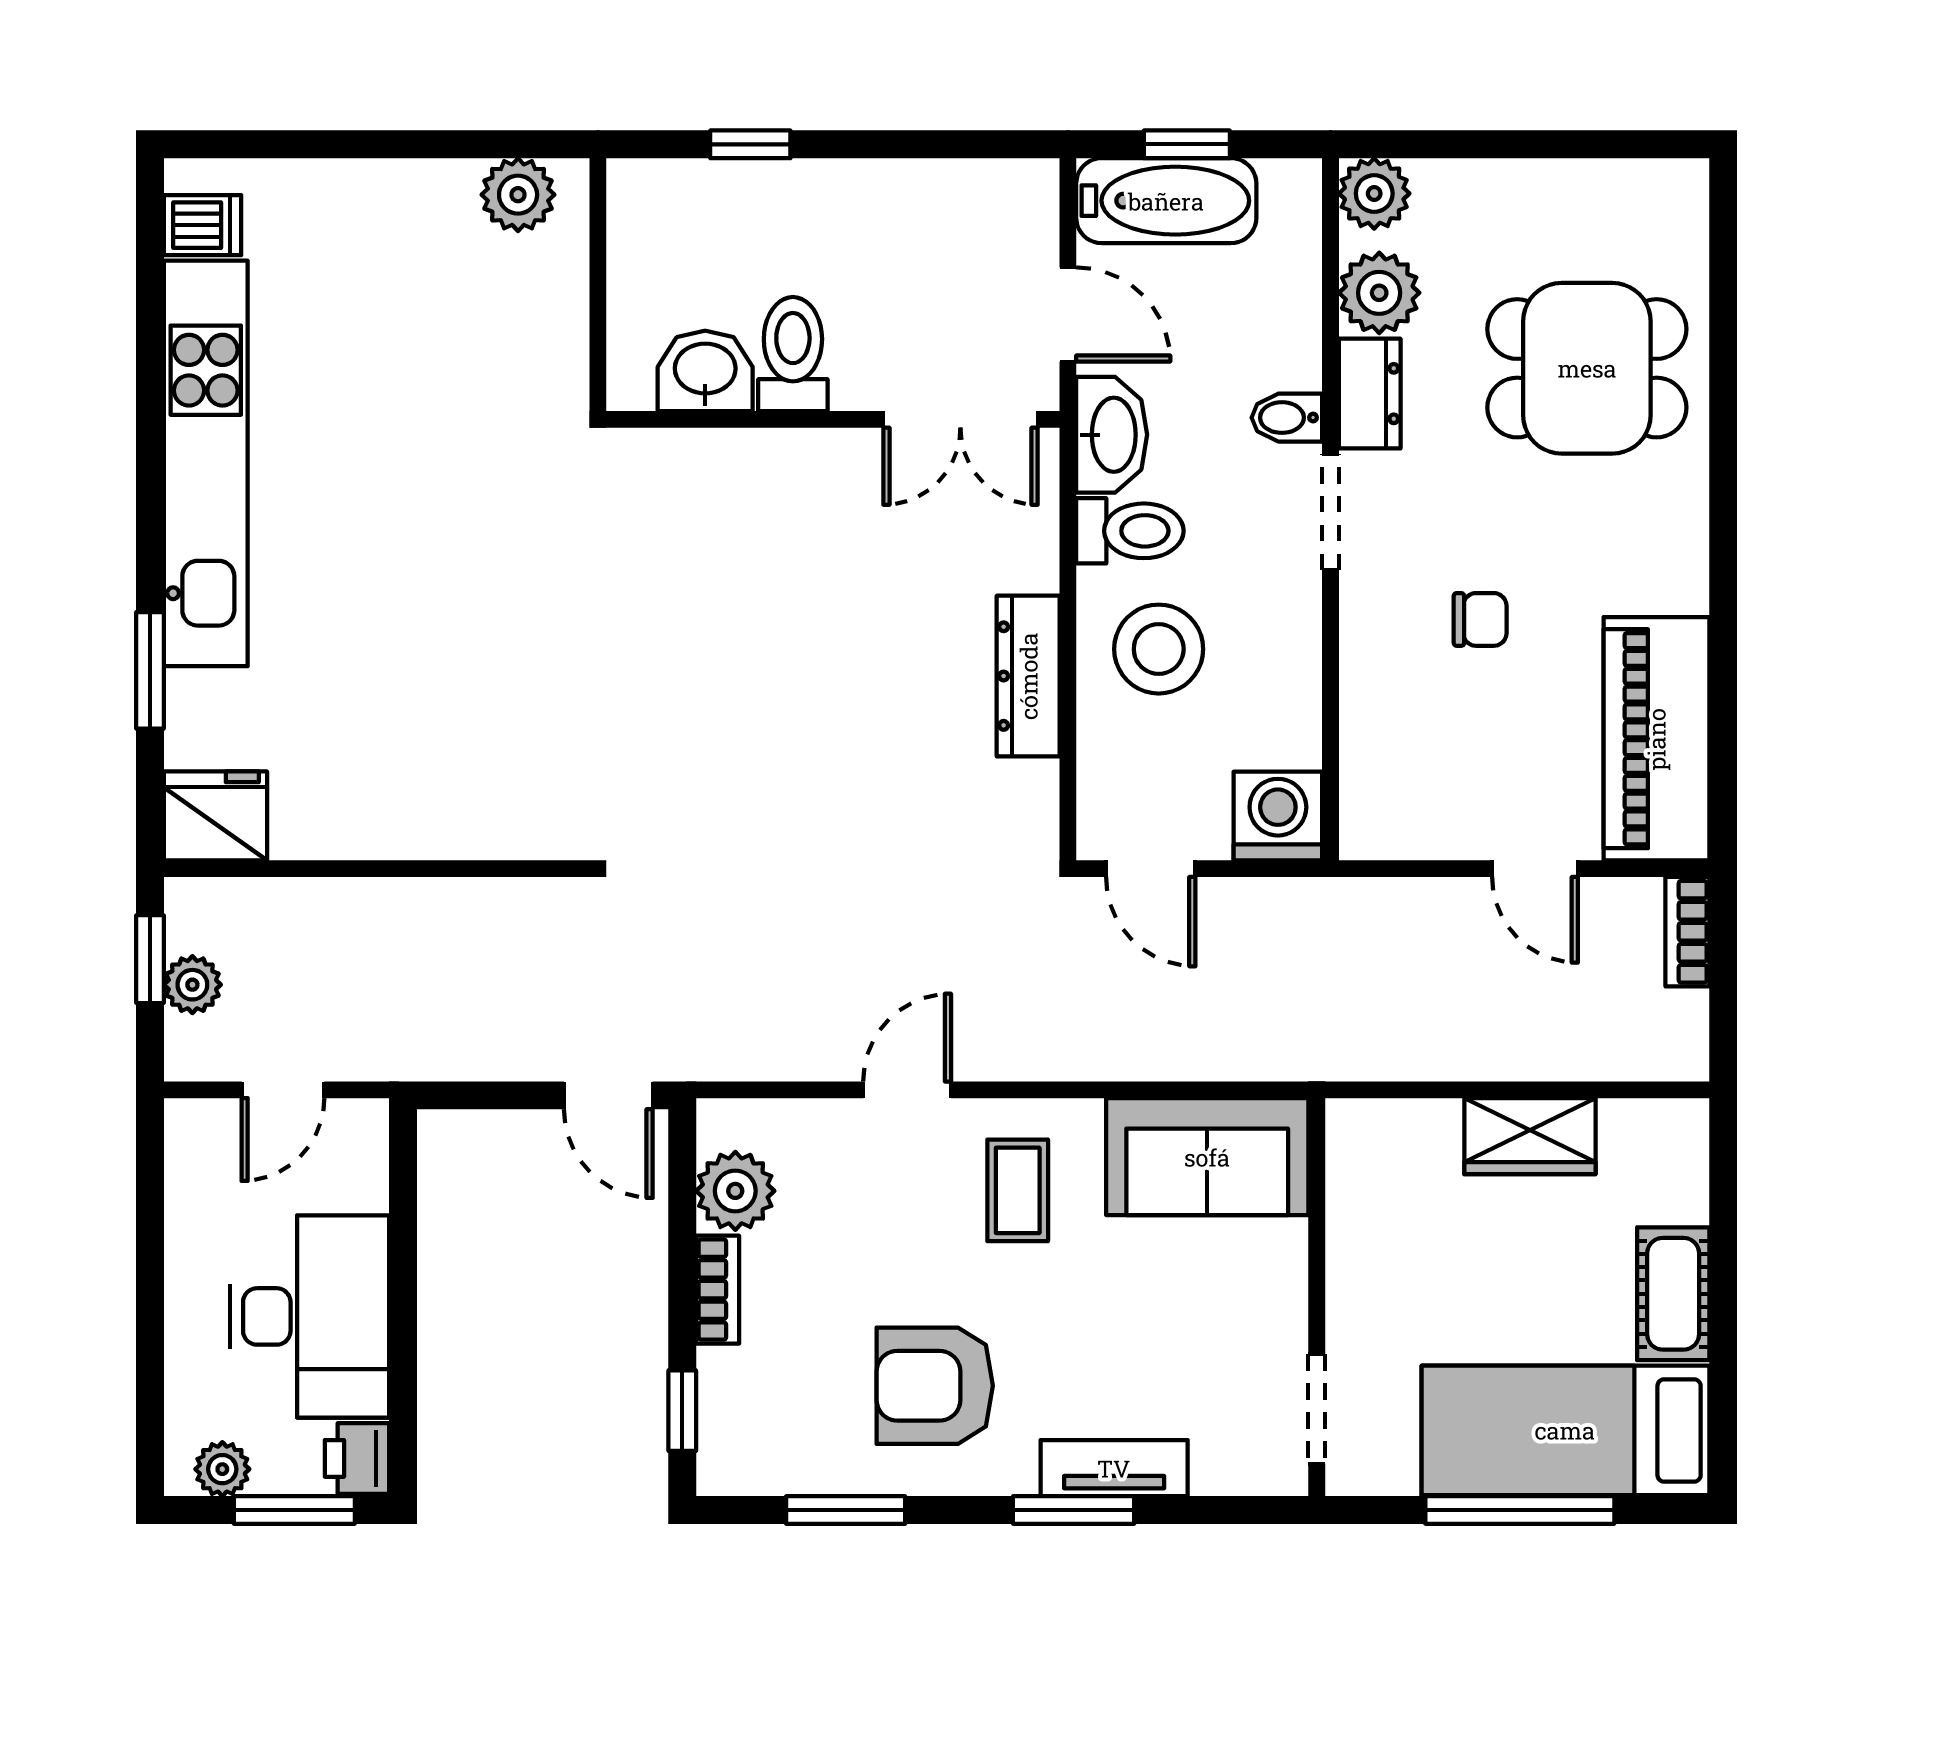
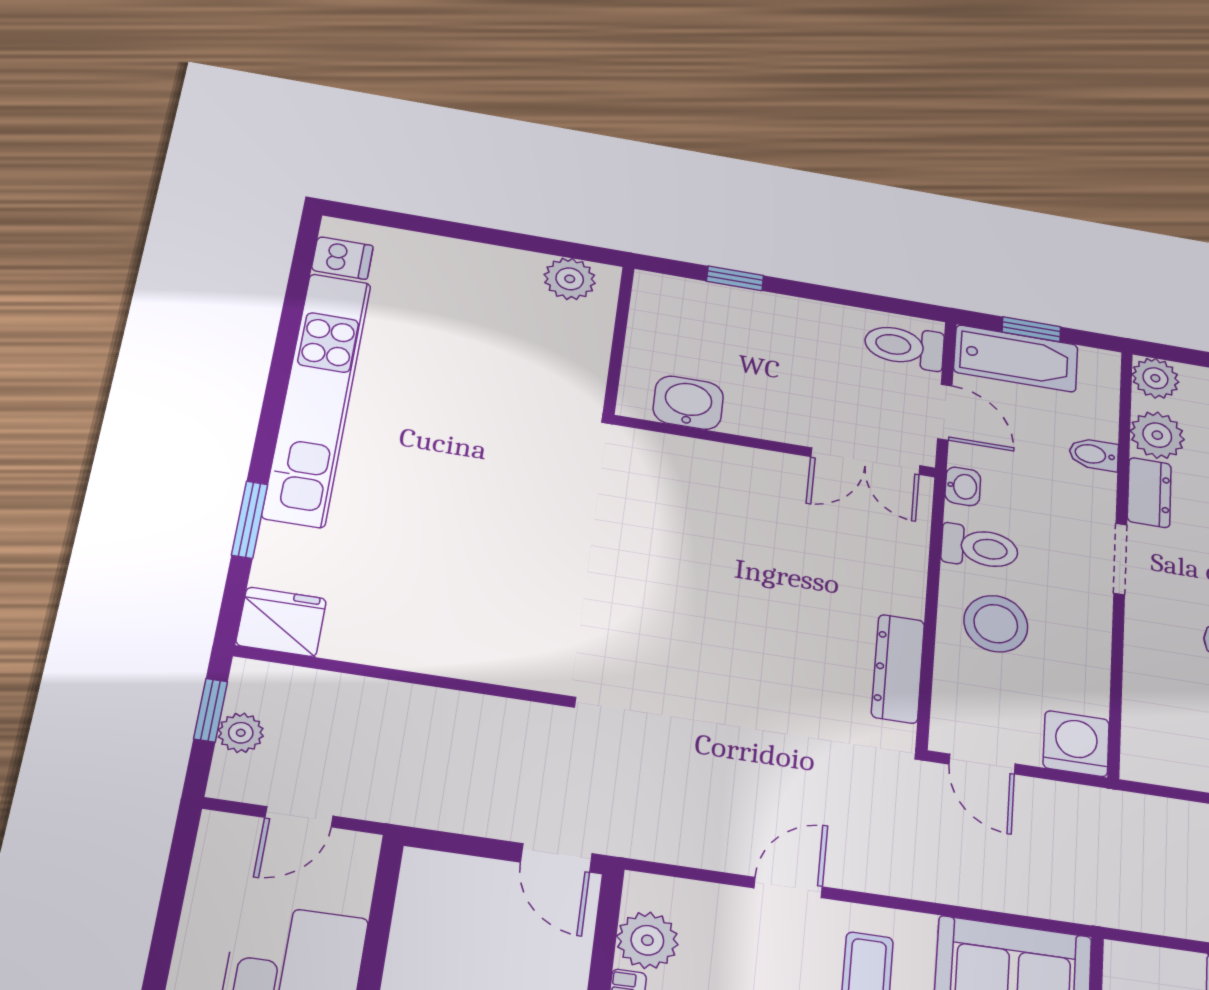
toilet: (793, 354) -> (904, 346), moved, turned -90
bidet: (1287, 418) -> (1094, 454), moved
washbasin: (1112, 435) -> (963, 486), width x0.52, depth x0.69
dresser: (1028, 676) -> (898, 669), moved

